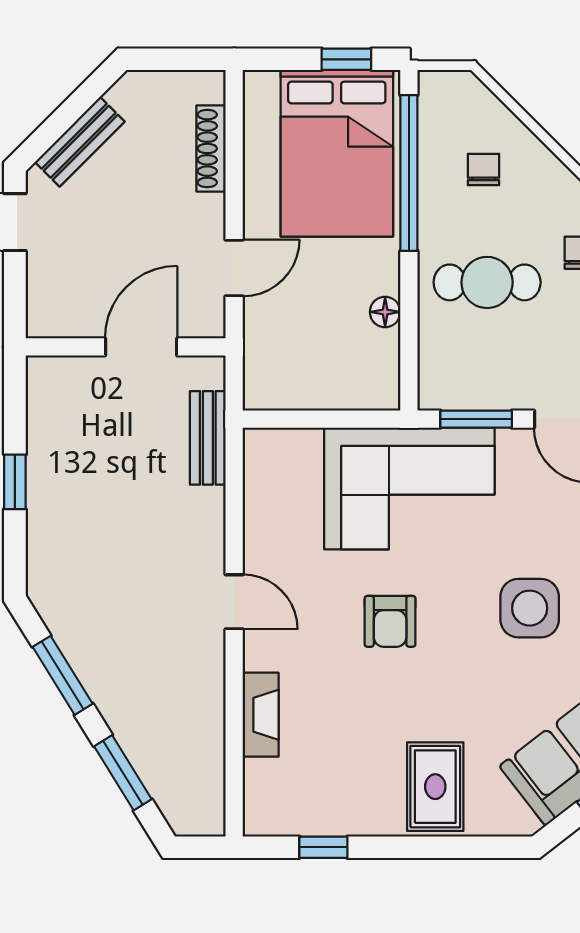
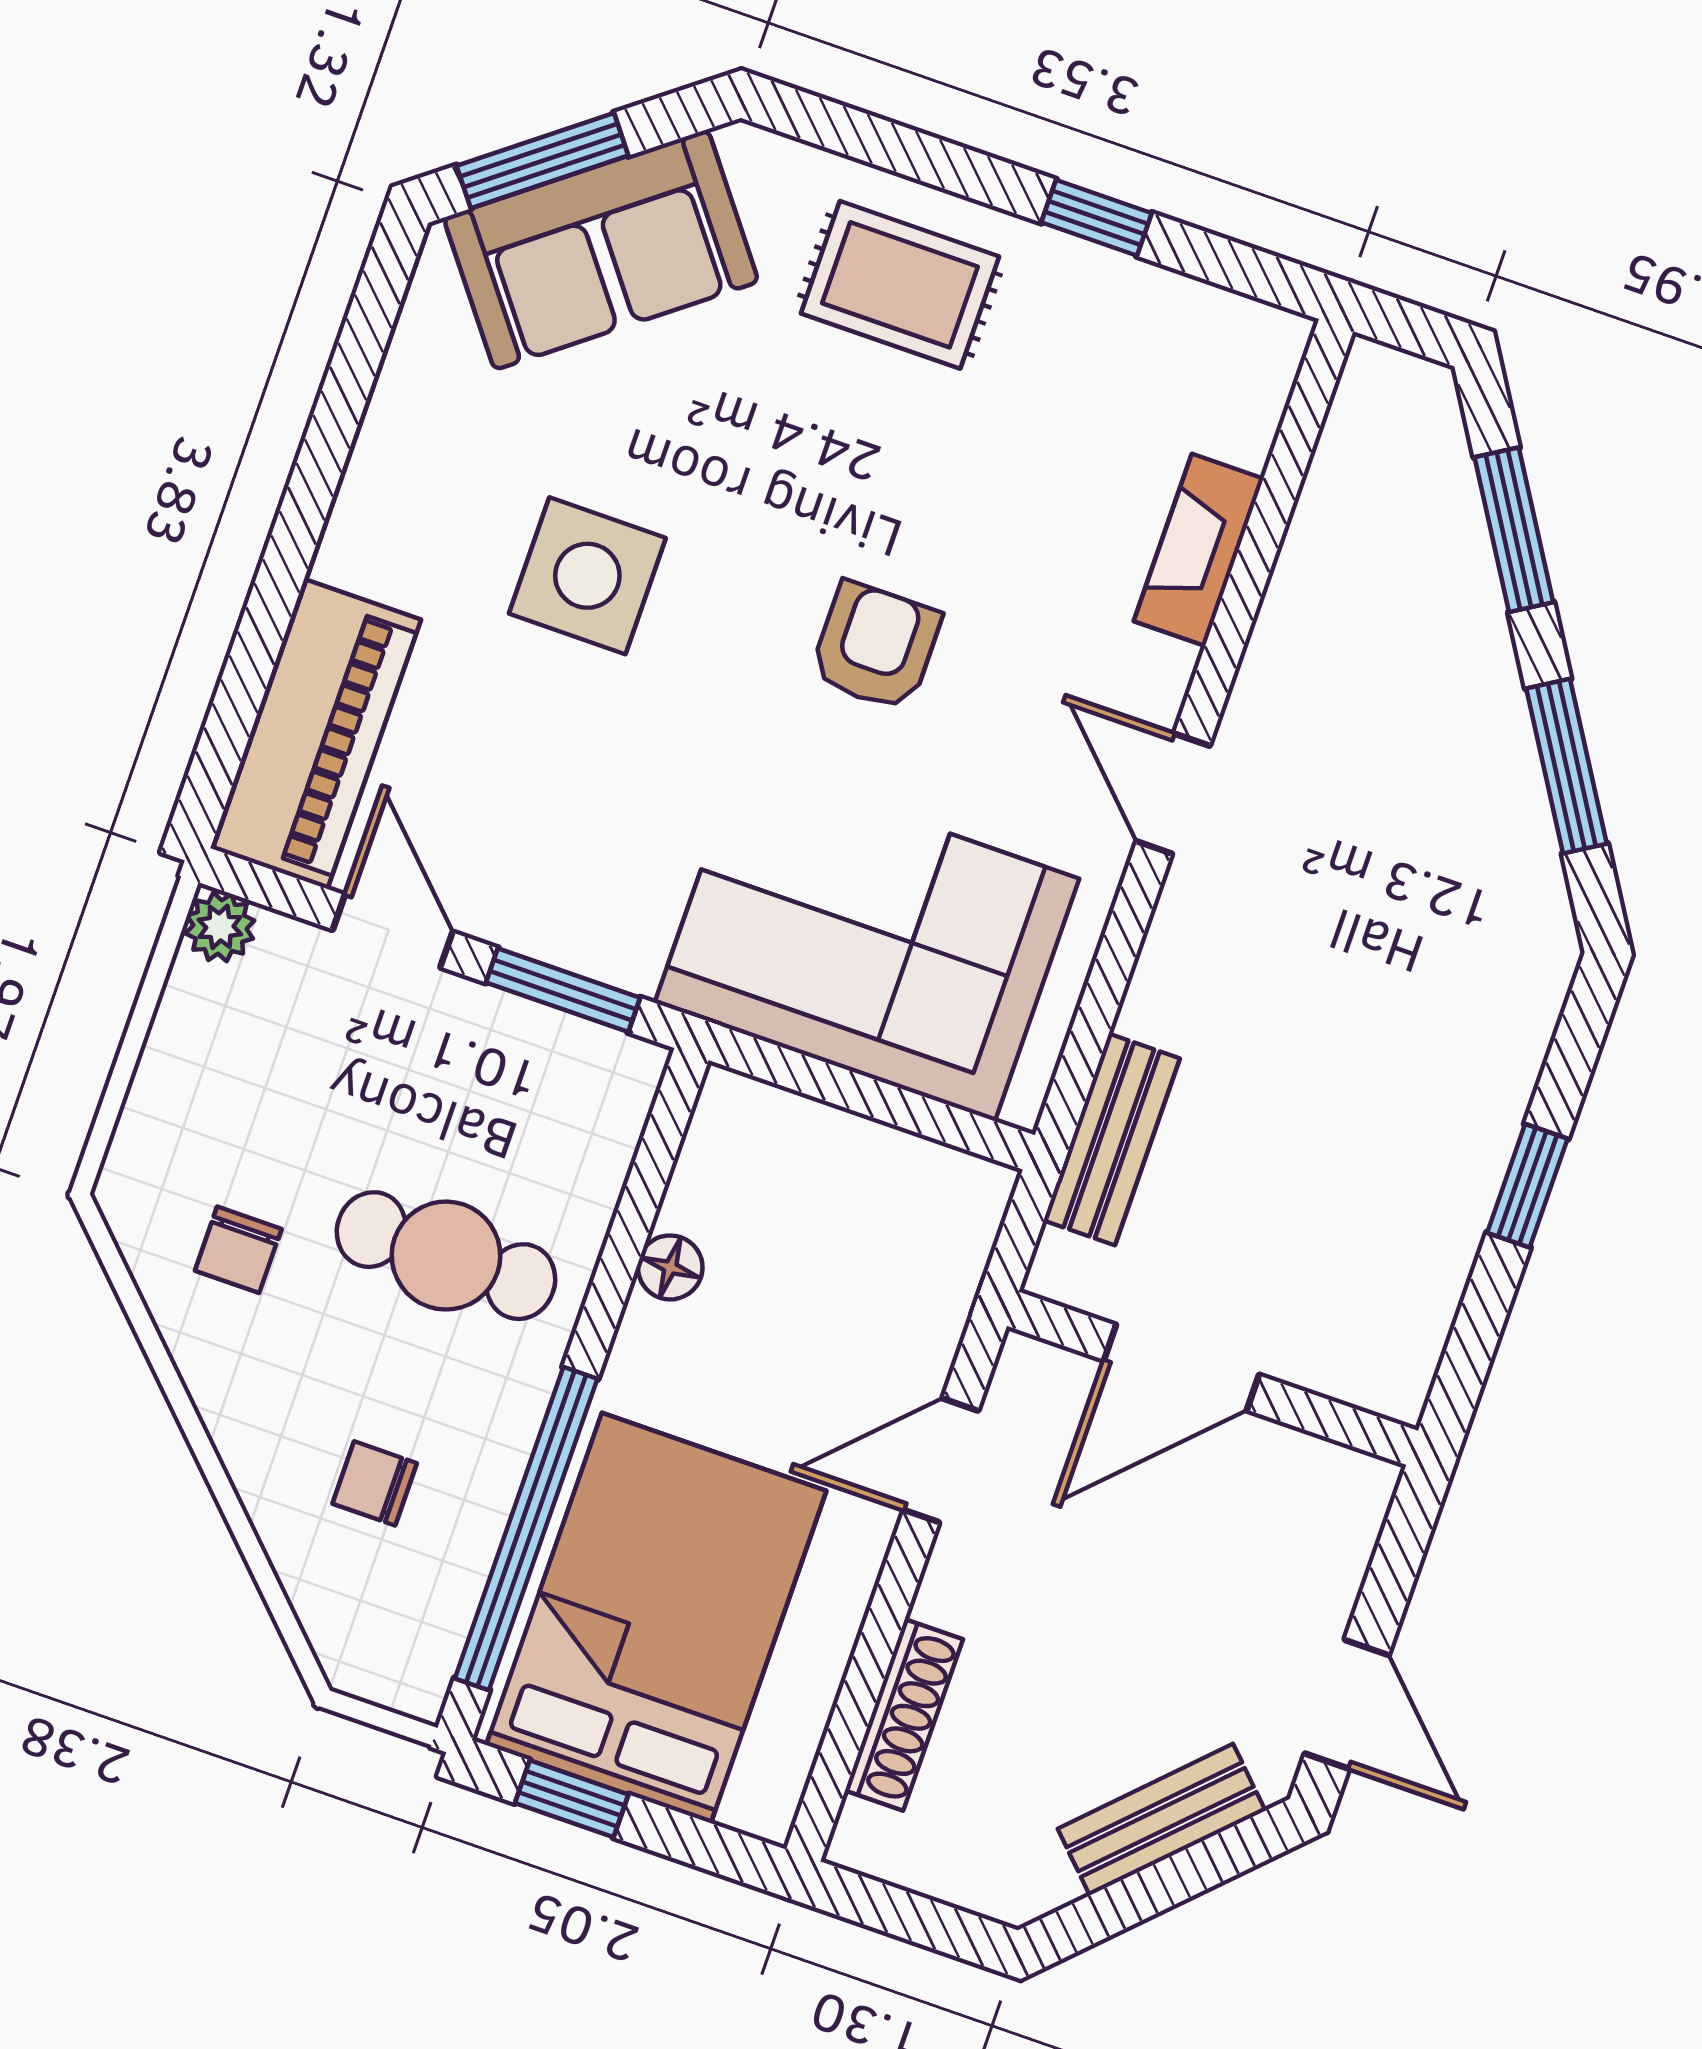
chair: (483, 170) -> (375, 1483), turned 90
corner sofa: (409, 489) -> (867, 941), moved
rug: (435, 787) -> (900, 285), turned 90
window: (323, 847) -> (1096, 218), moved

